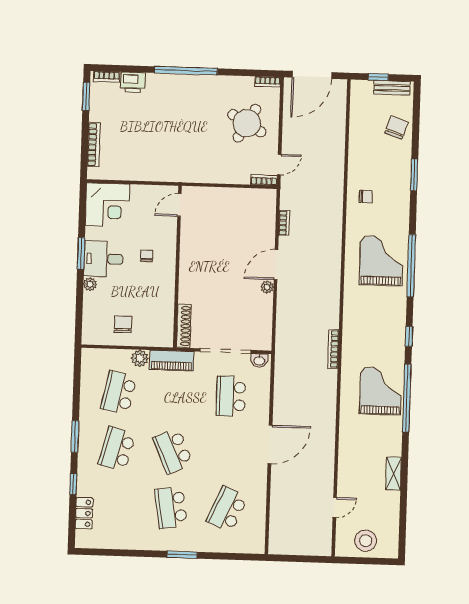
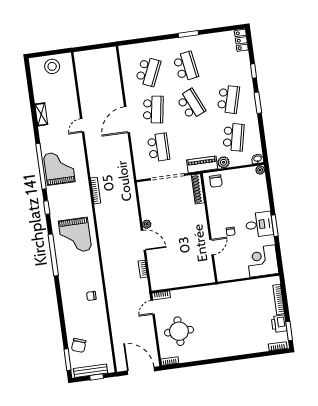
window: (186, 71) -> (226, 359), removed
door: (312, 75) -> (141, 371), hinge flipped
printer: (133, 82) -> (279, 324), moved, turned -90
bench: (392, 88) -> (91, 371), width x1.36
round table: (247, 123) -> (179, 331), turned -30
window: (414, 175) -> (68, 360), moved
door: (179, 205) -> (212, 247), moved
grand piano: (381, 261) -> (75, 235), moved
door: (276, 265) -> (143, 240), hinge flipped
plant: (90, 284) -> (260, 170), moved
chair: (123, 324) -> (216, 181), moved
washbasin: (259, 360) -> (258, 159), moved
grand piano: (381, 391) -> (59, 168), turned 180
school desk: (229, 453) -> (153, 109), added
door: (335, 507) -> (82, 125), moved
locker: (84, 513) -> (241, 40), moved
window: (182, 555) -> (188, 34), moved

